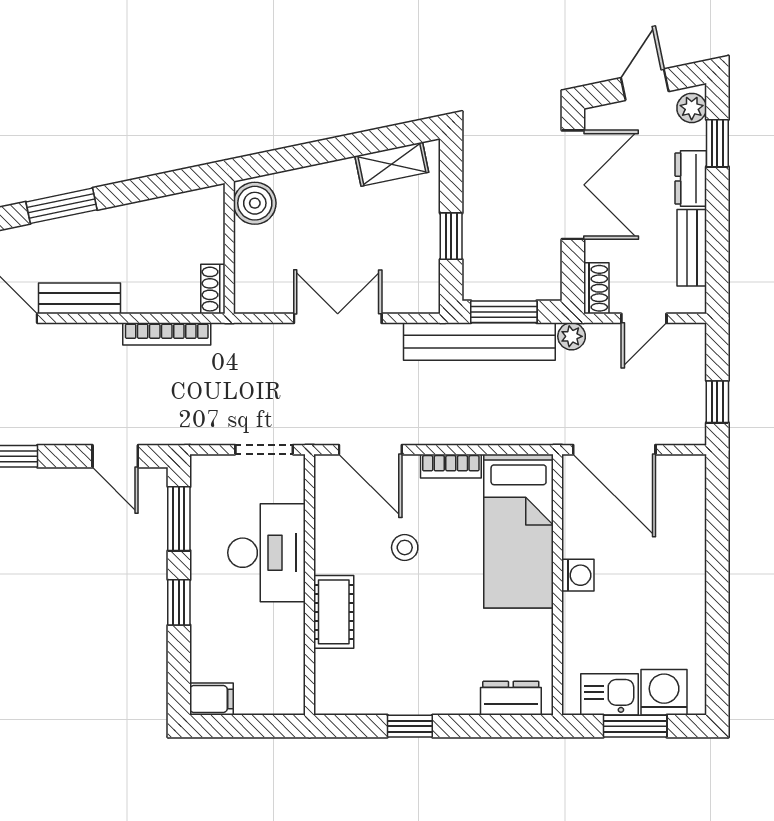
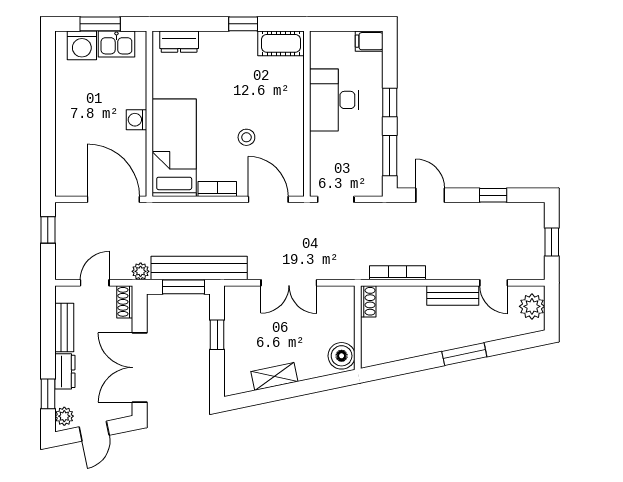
shelving: (392, 164) -> (274, 376), moved
desk: (267, 553) -> (334, 100), moved
cot: (334, 612) -> (281, 43), moved, turned 90

